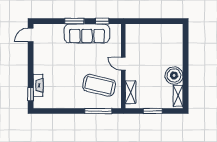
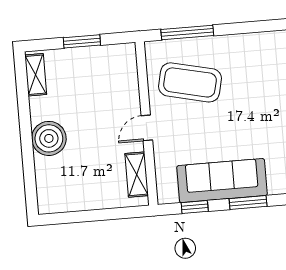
door: (123, 64) -> (147, 128), swing flipped
boiler: (174, 76) -> (49, 138), moved
shelving: (131, 92) -> (137, 175), moved

